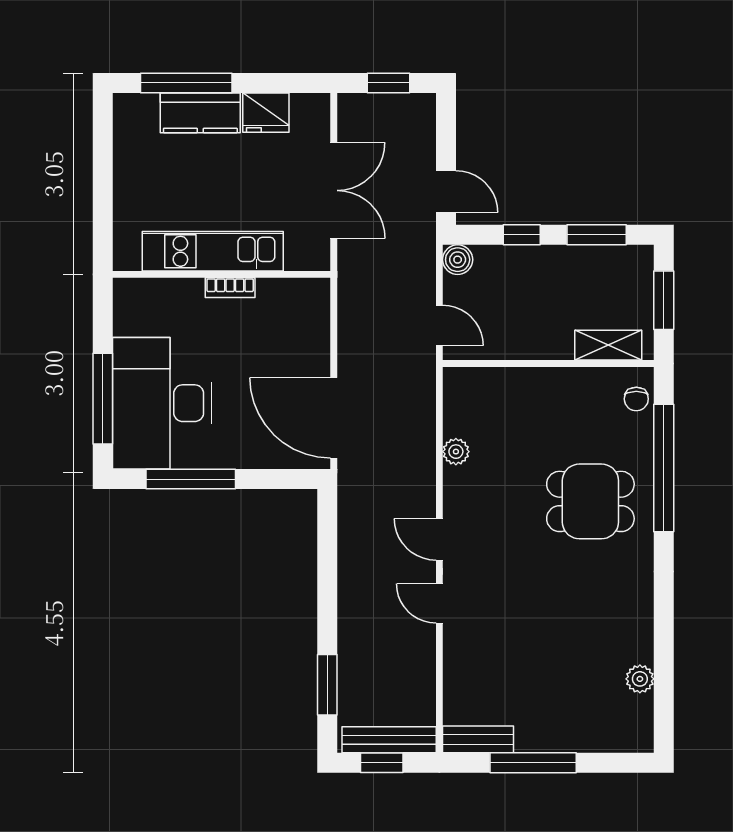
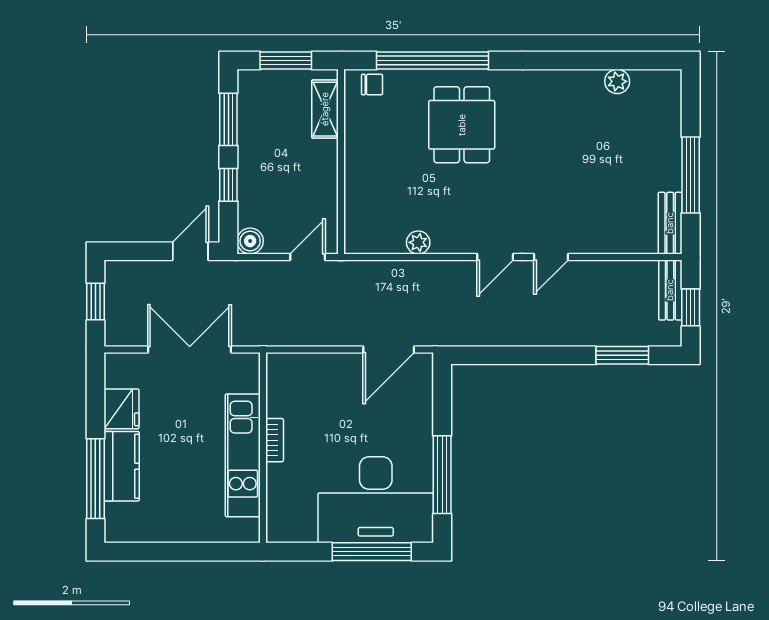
door: (334, 418) -> (389, 349), width x0.73
bench: (389, 740) -> (670, 290), width x0.73

